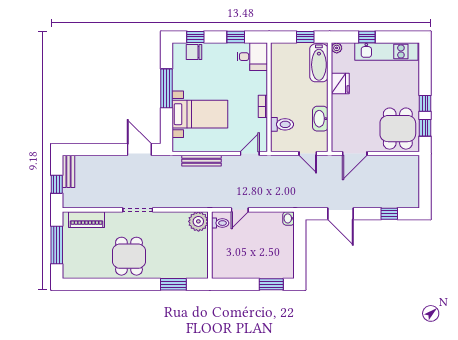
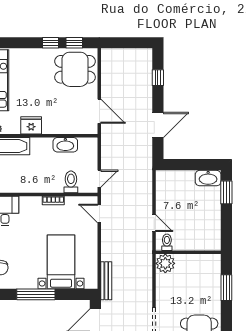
door: (308, 154) -> (99, 179), moved
bench: (202, 161) -> (106, 281), moved
washbasin: (289, 218) -> (208, 178), moved, width x1.91, depth x1.45

